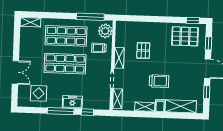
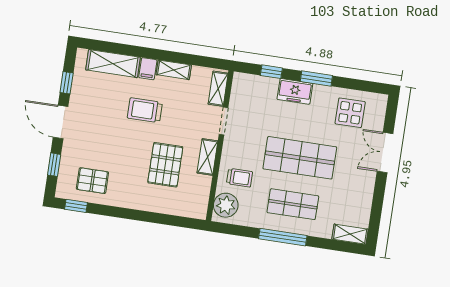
window: (90, 17) -> (283, 237), moved
shop shelf: (66, 36) -> (293, 204), width x0.70, depth x0.74
pallet: (185, 36) -> (92, 181), width x0.67, depth x0.71
pallet: (143, 50) -> (165, 165), width x1.50, depth x1.42
window: (61, 111) -> (316, 79), width x0.69

